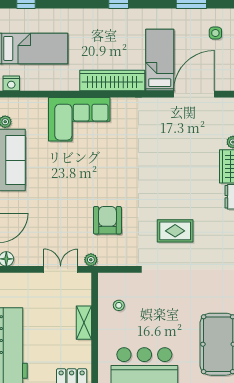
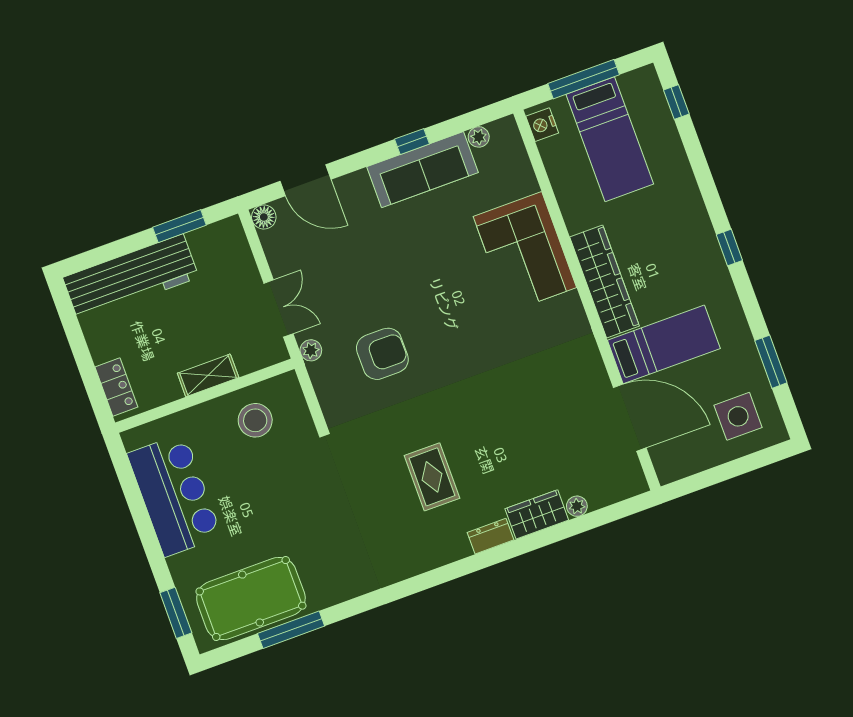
side table: (215, 33) -> (738, 416), width x1.87, depth x1.87
rug: (175, 231) -> (432, 477), moved
stool: (119, 305) -> (255, 420), width x1.89, depth x1.89

